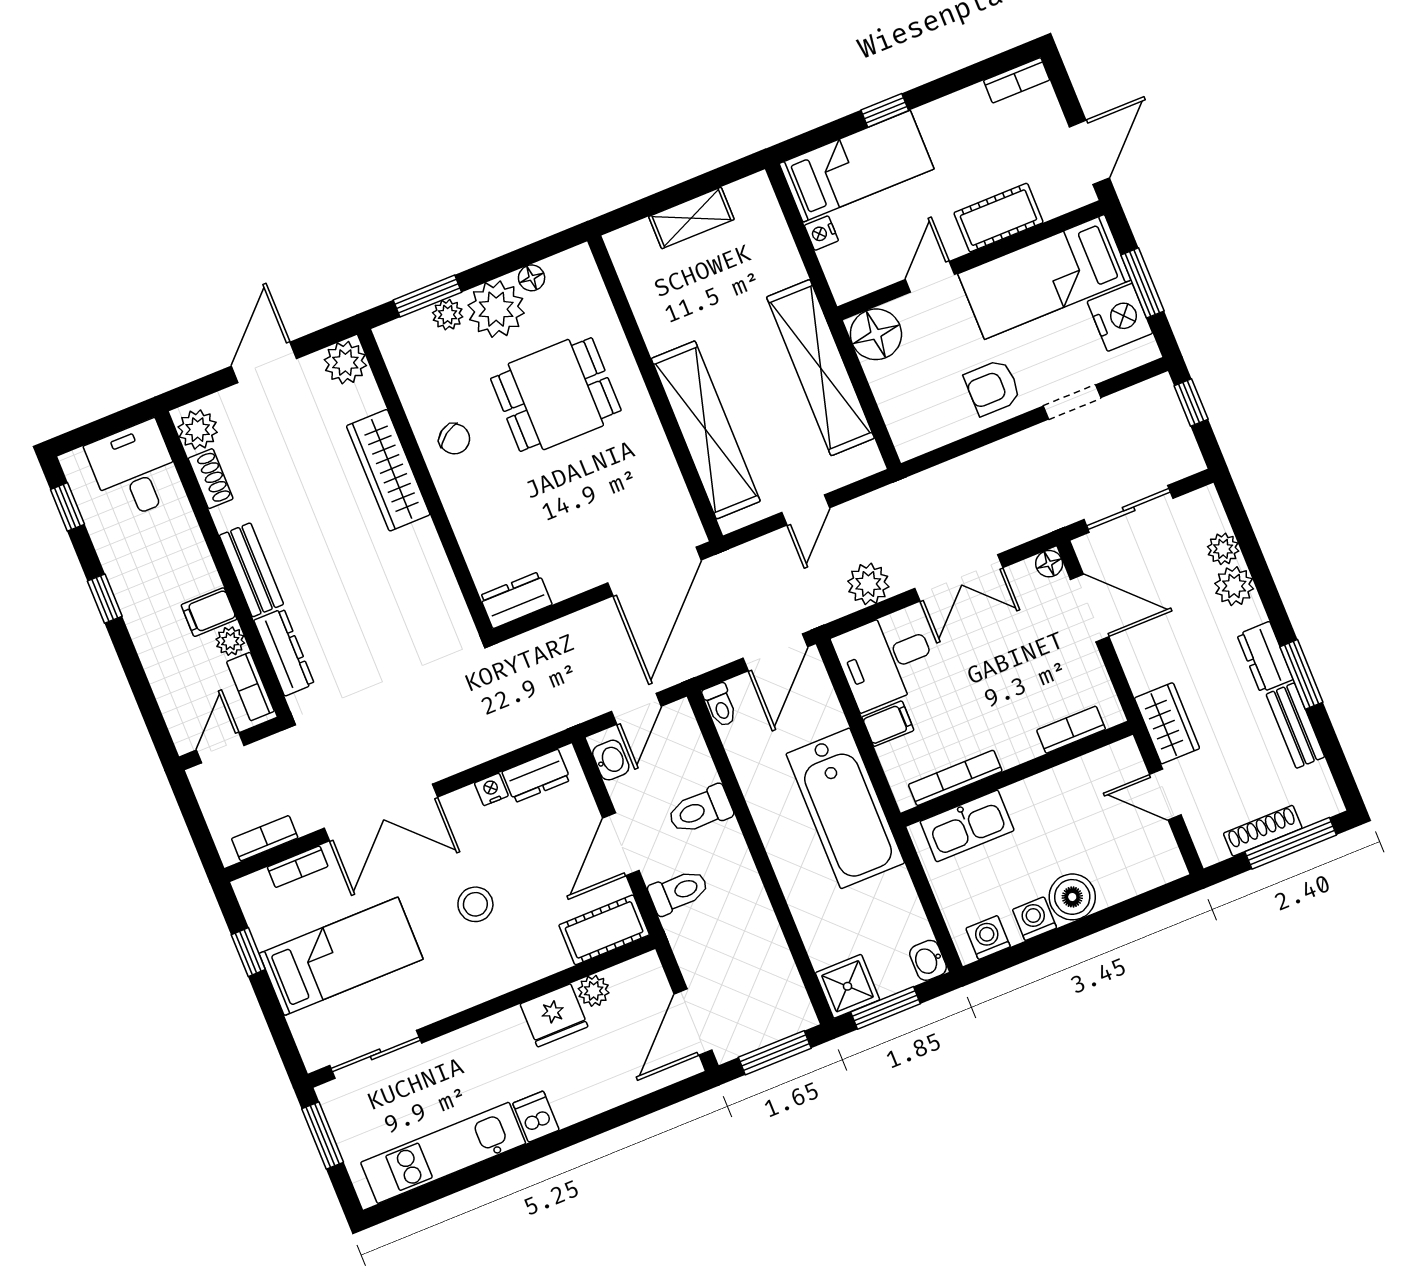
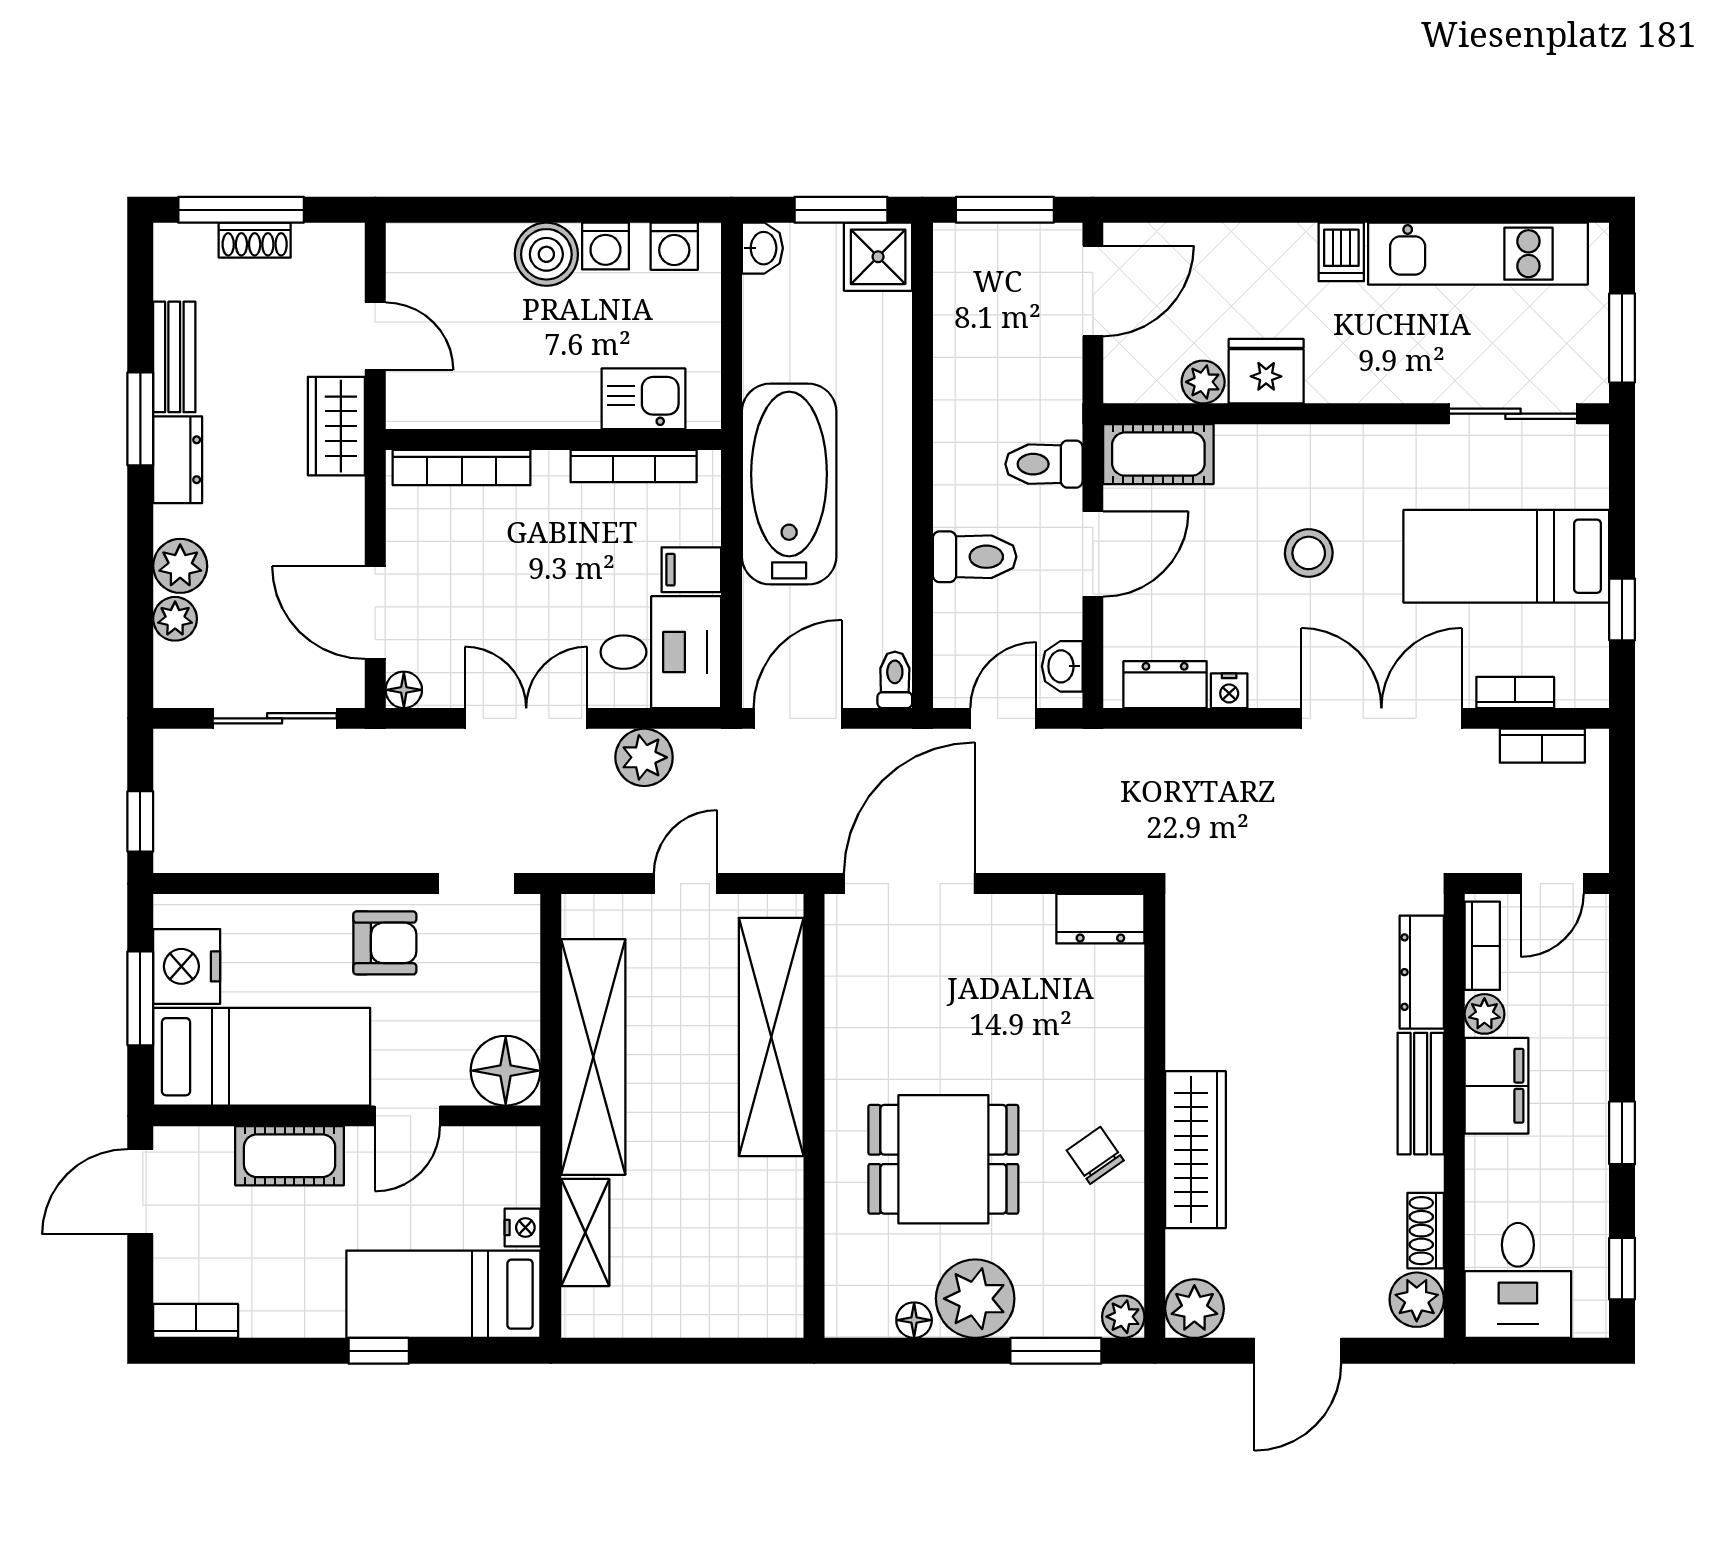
shelving: (691, 218) -> (585, 1232), moved, turned 90
plant: (448, 315) -> (1123, 1317), moved
doorway: (1072, 402) -> (477, 884), moved
filing cabinet: (209, 612) -> (1496, 1086), width x2.00
bookcase: (1071, 730) -> (462, 467), width x1.56
kitchen sink: (967, 826) -> (643, 399), width x0.73
shoe rack: (1263, 831) -> (255, 240), width x0.70

